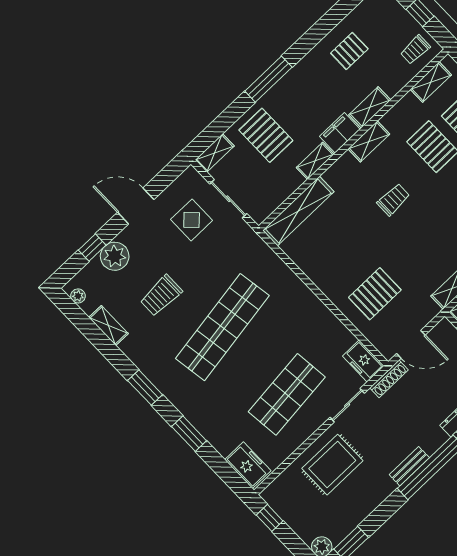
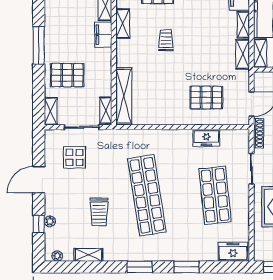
shelving: (315, 161) -> (106, 110), moved
plant: (115, 256) -> (50, 221), width x0.53, depth x0.53
pallet: (375, 294) -> (206, 98), turned 90
freezer: (363, 361) -> (206, 138), moved

